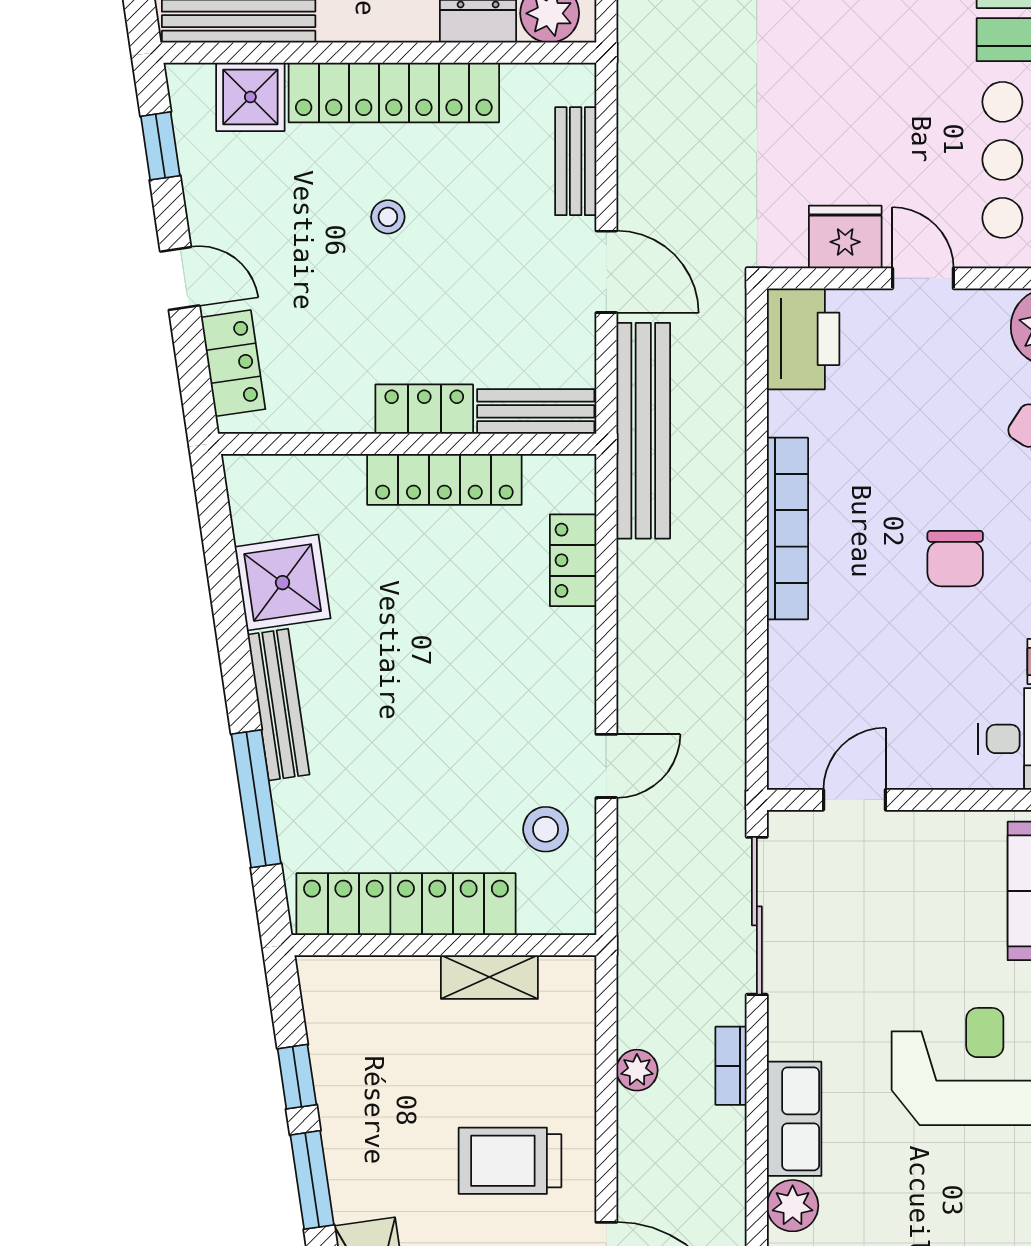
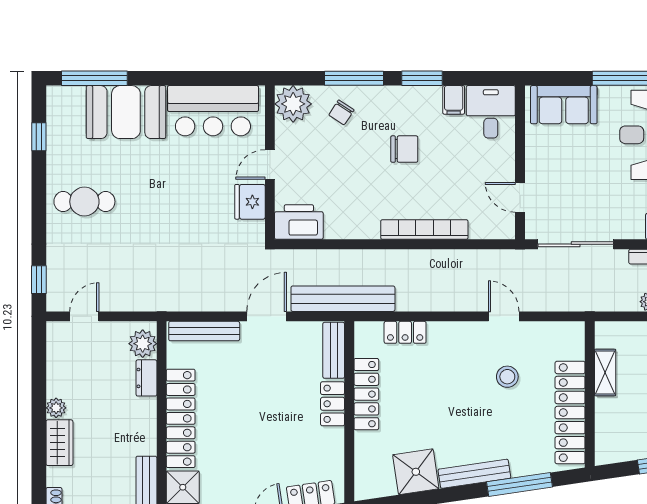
bench: (576, 161) -> (204, 331), width x1.36
stool: (388, 217) -> (240, 421), removed
bookcase: (787, 528) -> (424, 230), moved
stool: (546, 829) -> (507, 377), moved

